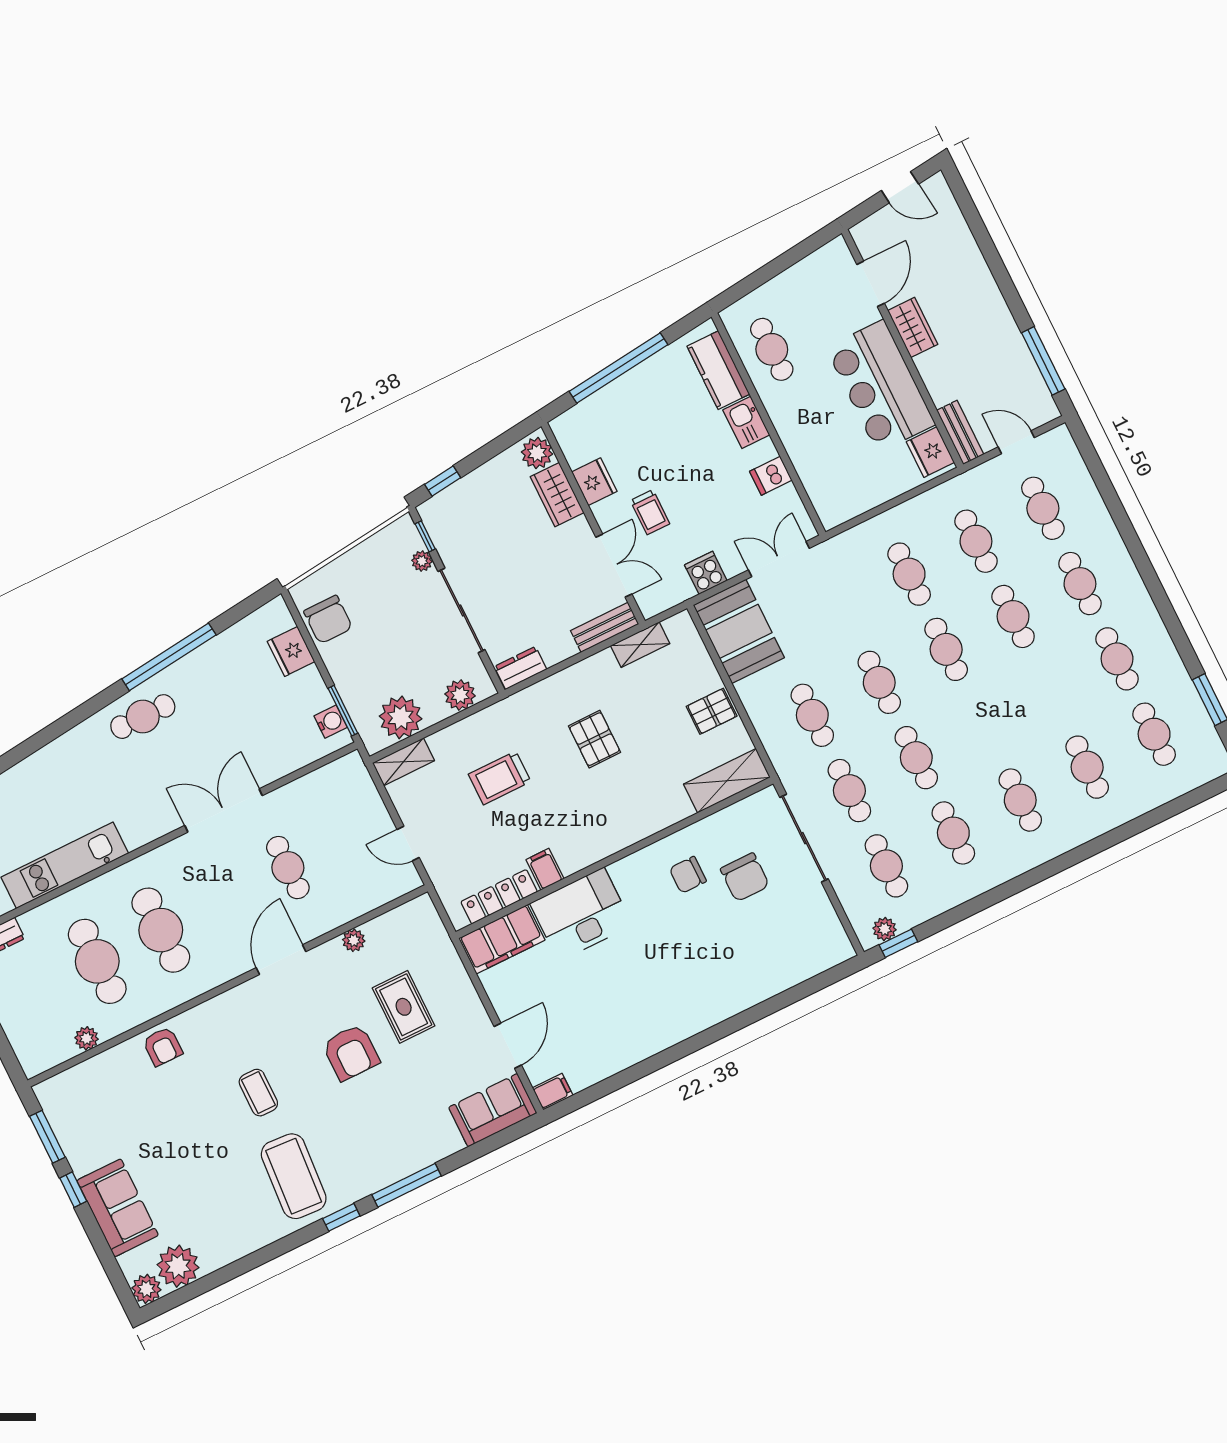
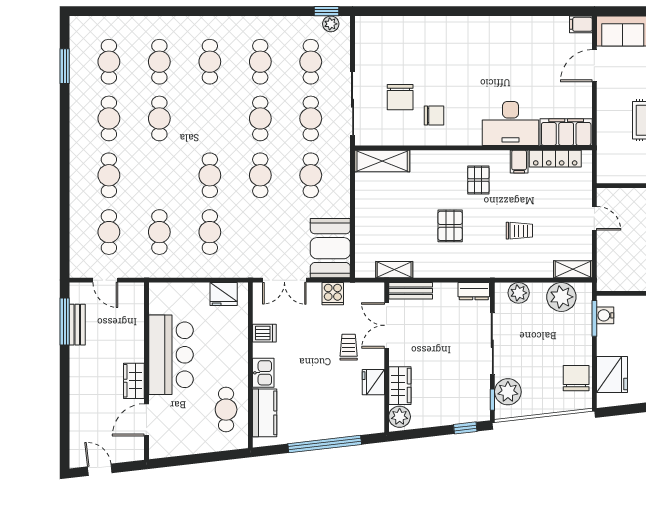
bench: (960, 432) -> (77, 325), moved
fridge: (930, 452) -> (224, 294), moved, turned 90
plant: (422, 561) -> (508, 392), width x1.87, depth x1.87
cafe table: (1013, 616) -> (159, 118), moved
fridge: (291, 651) -> (612, 375), width x1.36, depth x1.34
pallet: (712, 711) -> (478, 180), moved, turned 90
trolley: (500, 778) -> (519, 231), width x0.73, depth x0.72
chair: (745, 877) -> (400, 97), turned 180

